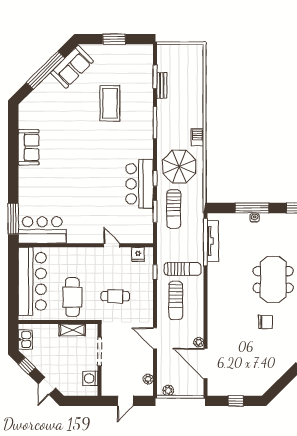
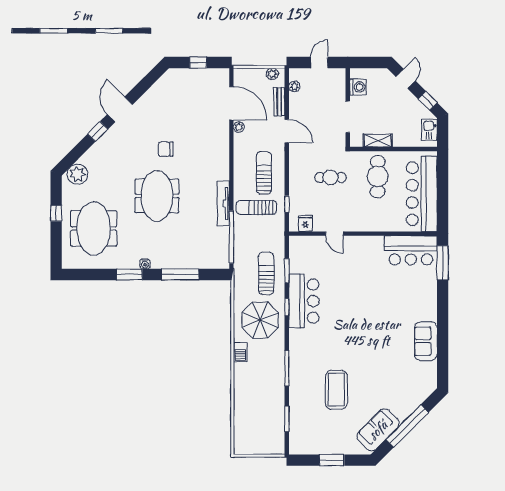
bench: (162, 85) -> (279, 102), moved
water cooler: (255, 218) -> (145, 264), moved
tv unit: (213, 241) -> (223, 203), moved

